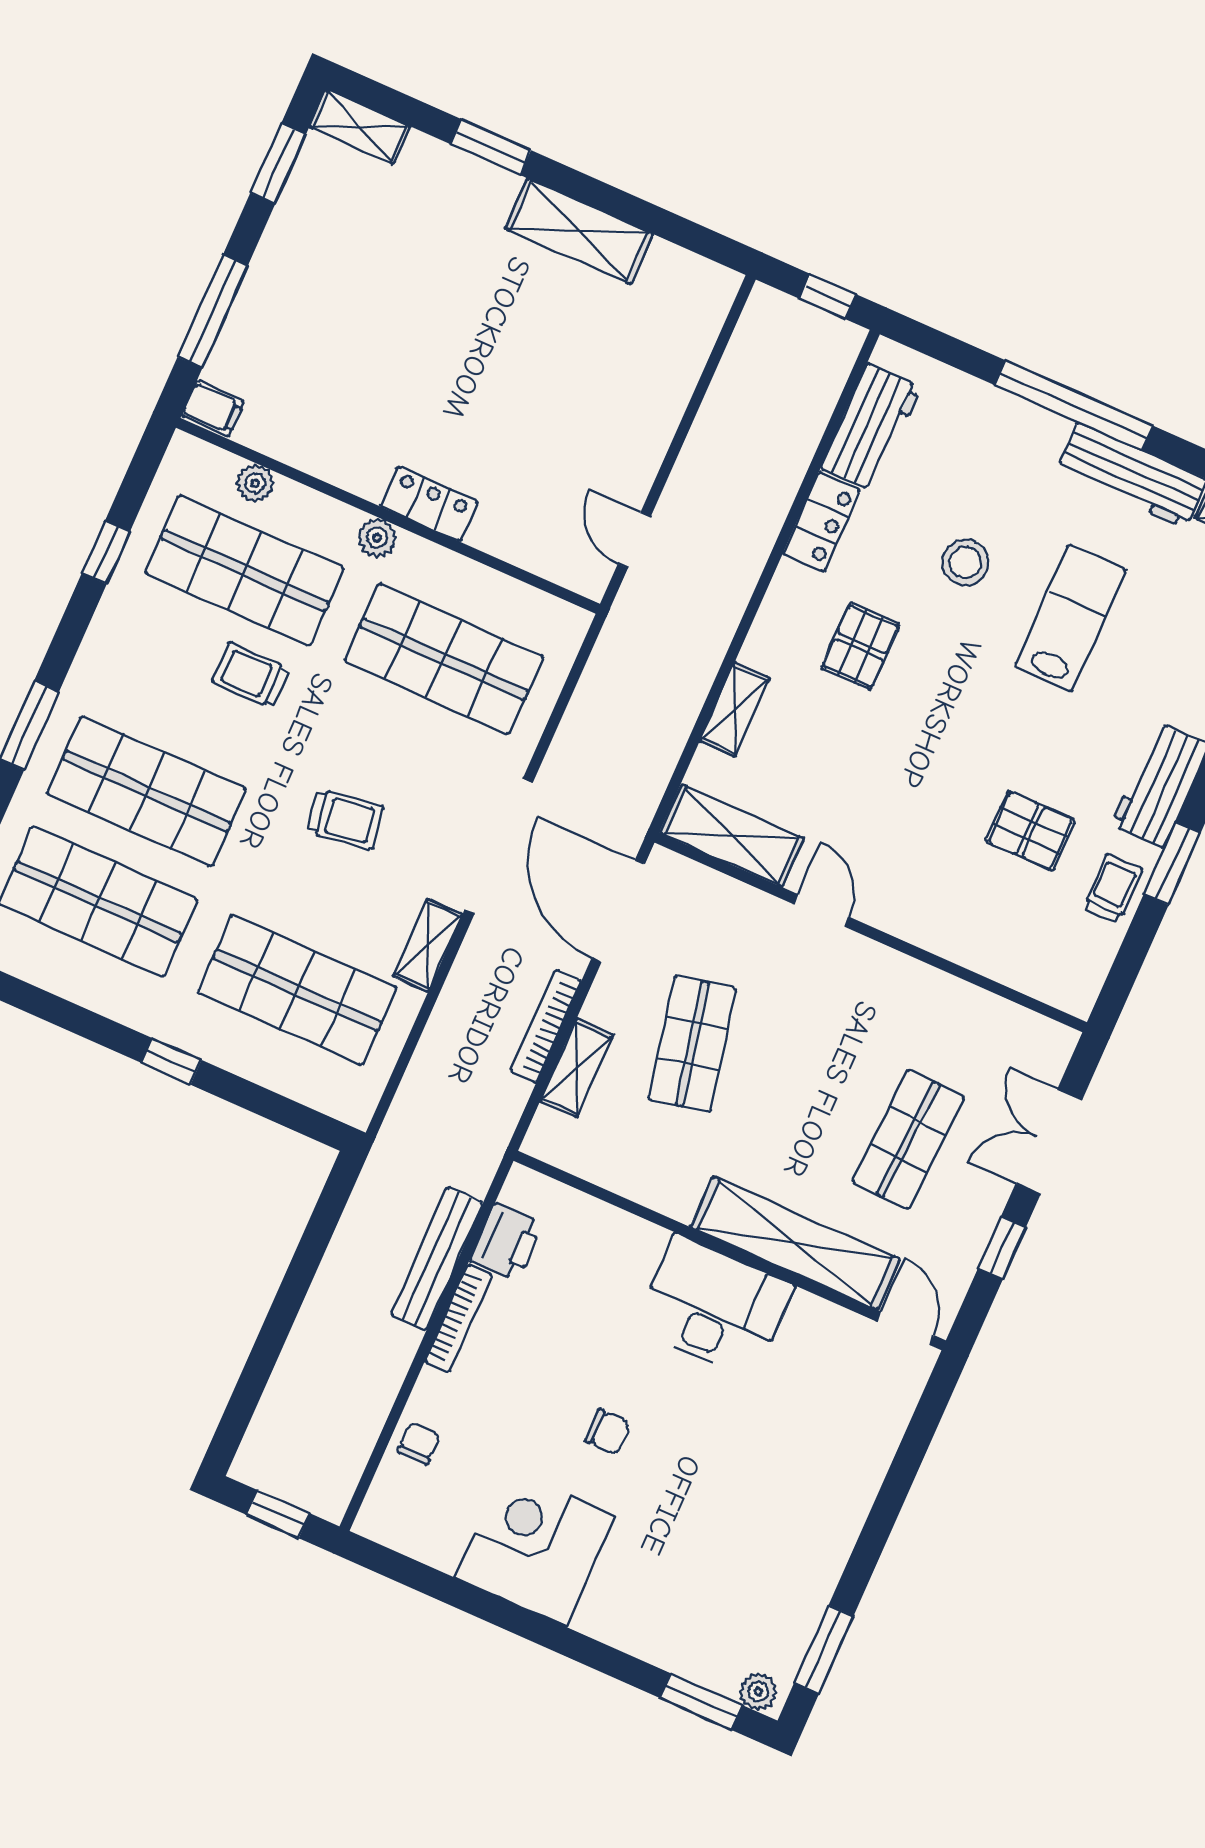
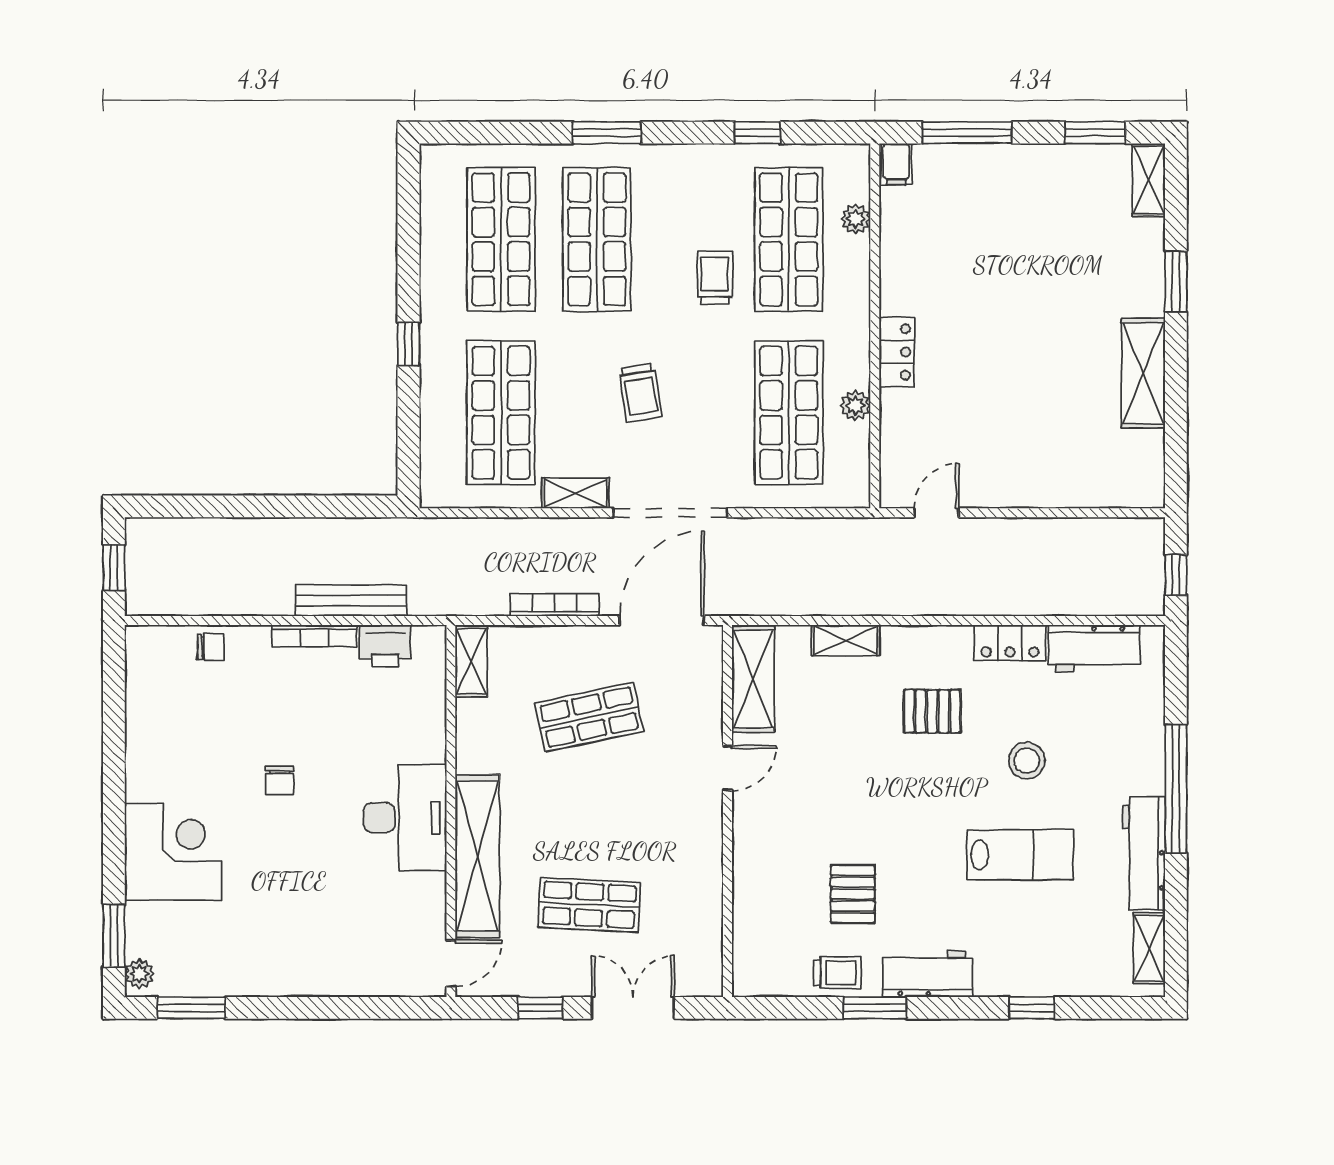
plant: (377, 538) -> (855, 406), moved
shelving: (577, 1068) -> (471, 661), moved, turned 90
corner desk: (535, 1546) -> (173, 852), moved

